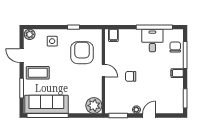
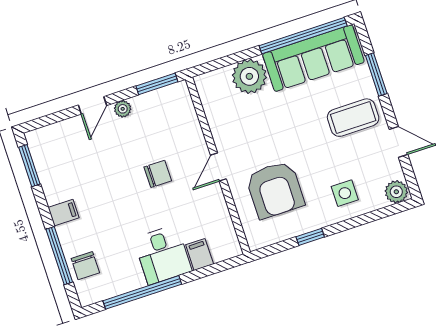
filing cabinet: (113, 35) -> (200, 254), moved
desk: (152, 41) -> (163, 255), moved
door: (103, 71) -> (218, 167), hinge flipped
plant: (94, 106) -> (249, 76), moved

